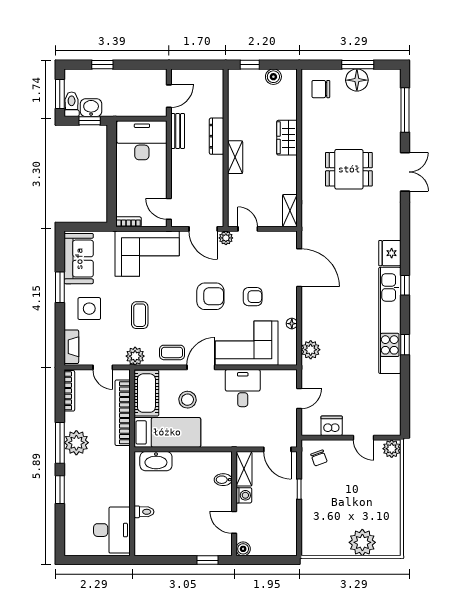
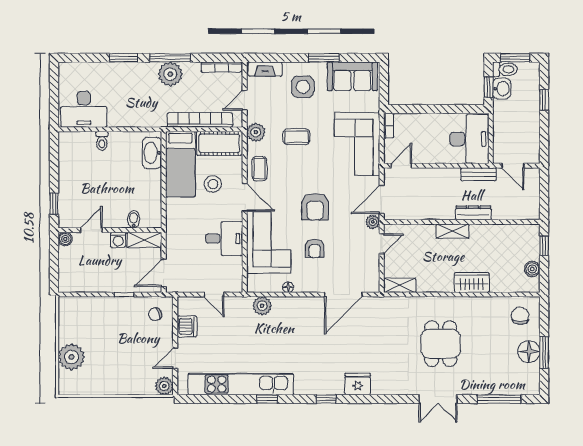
kitchen unit: (390, 320) -> (241, 384), moved

